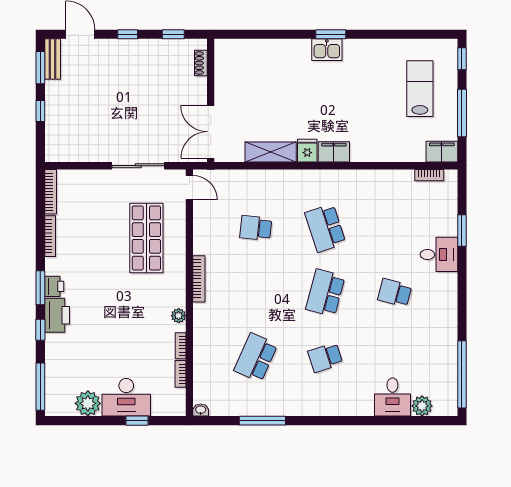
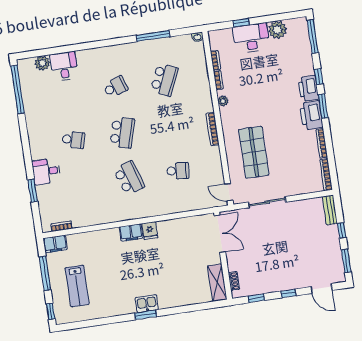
bench: (53, 59) -> (330, 210), moved
shelving: (271, 152) -> (217, 283), moved, turned 90
printer: (54, 286) -> (311, 115), width x1.87, depth x1.48

